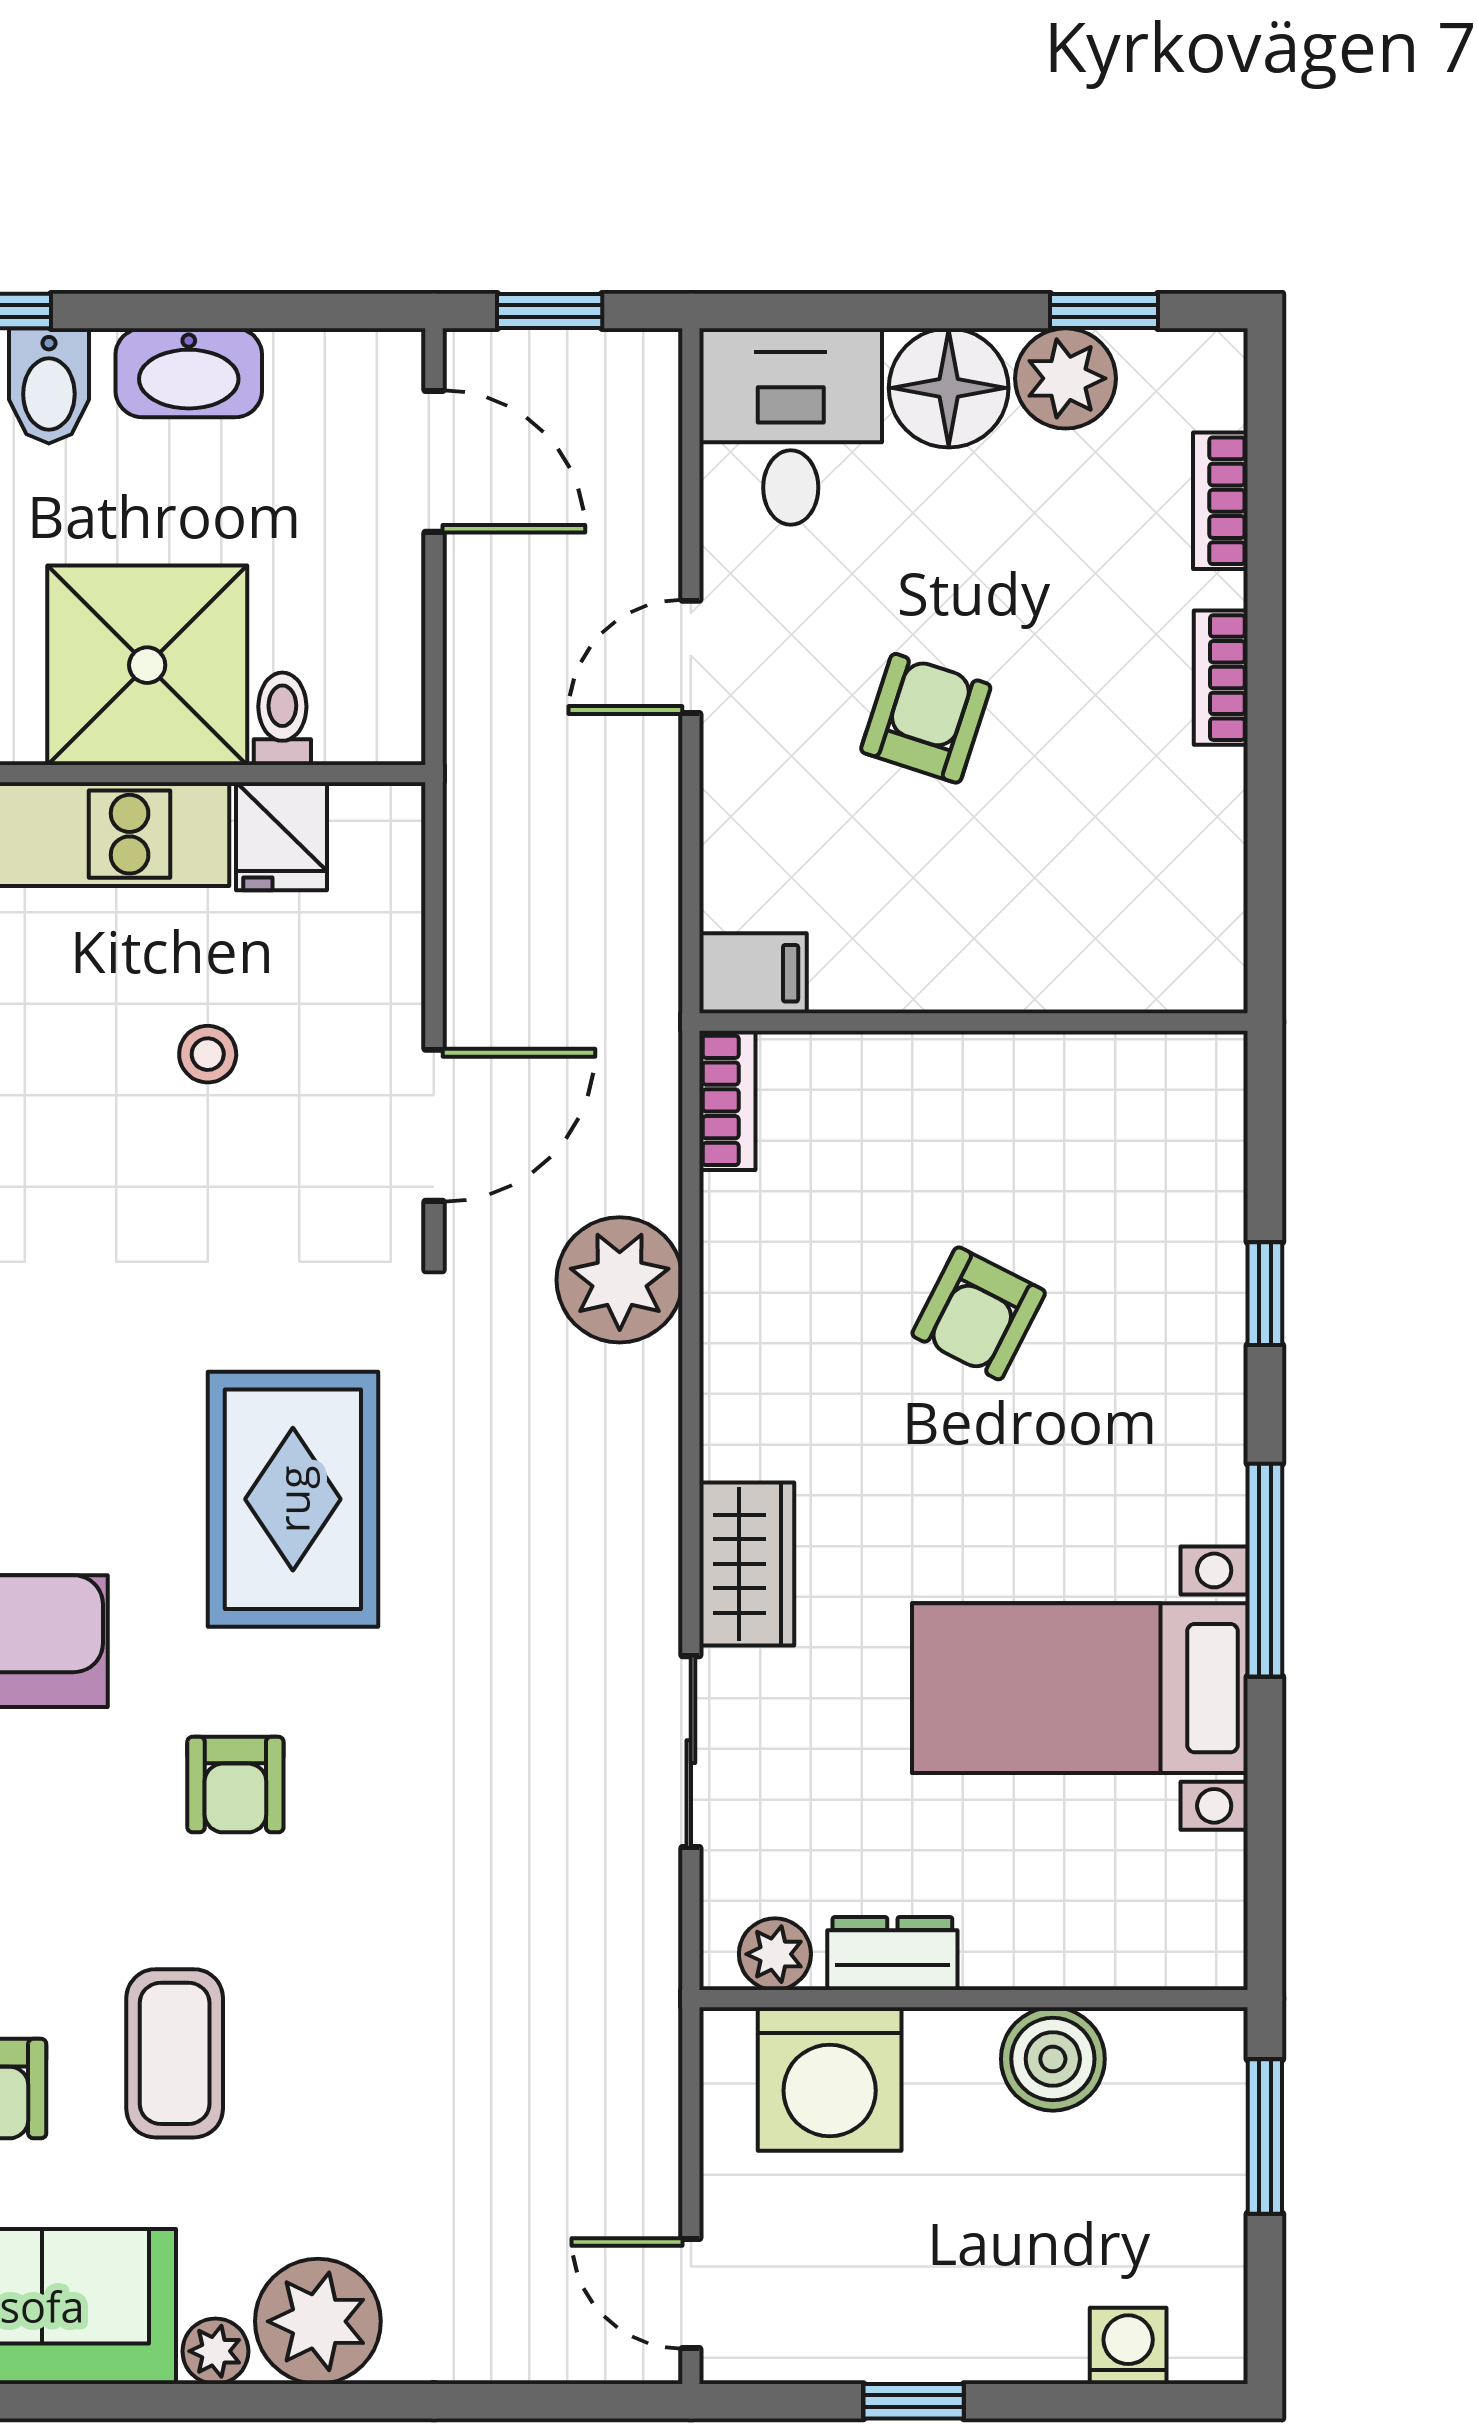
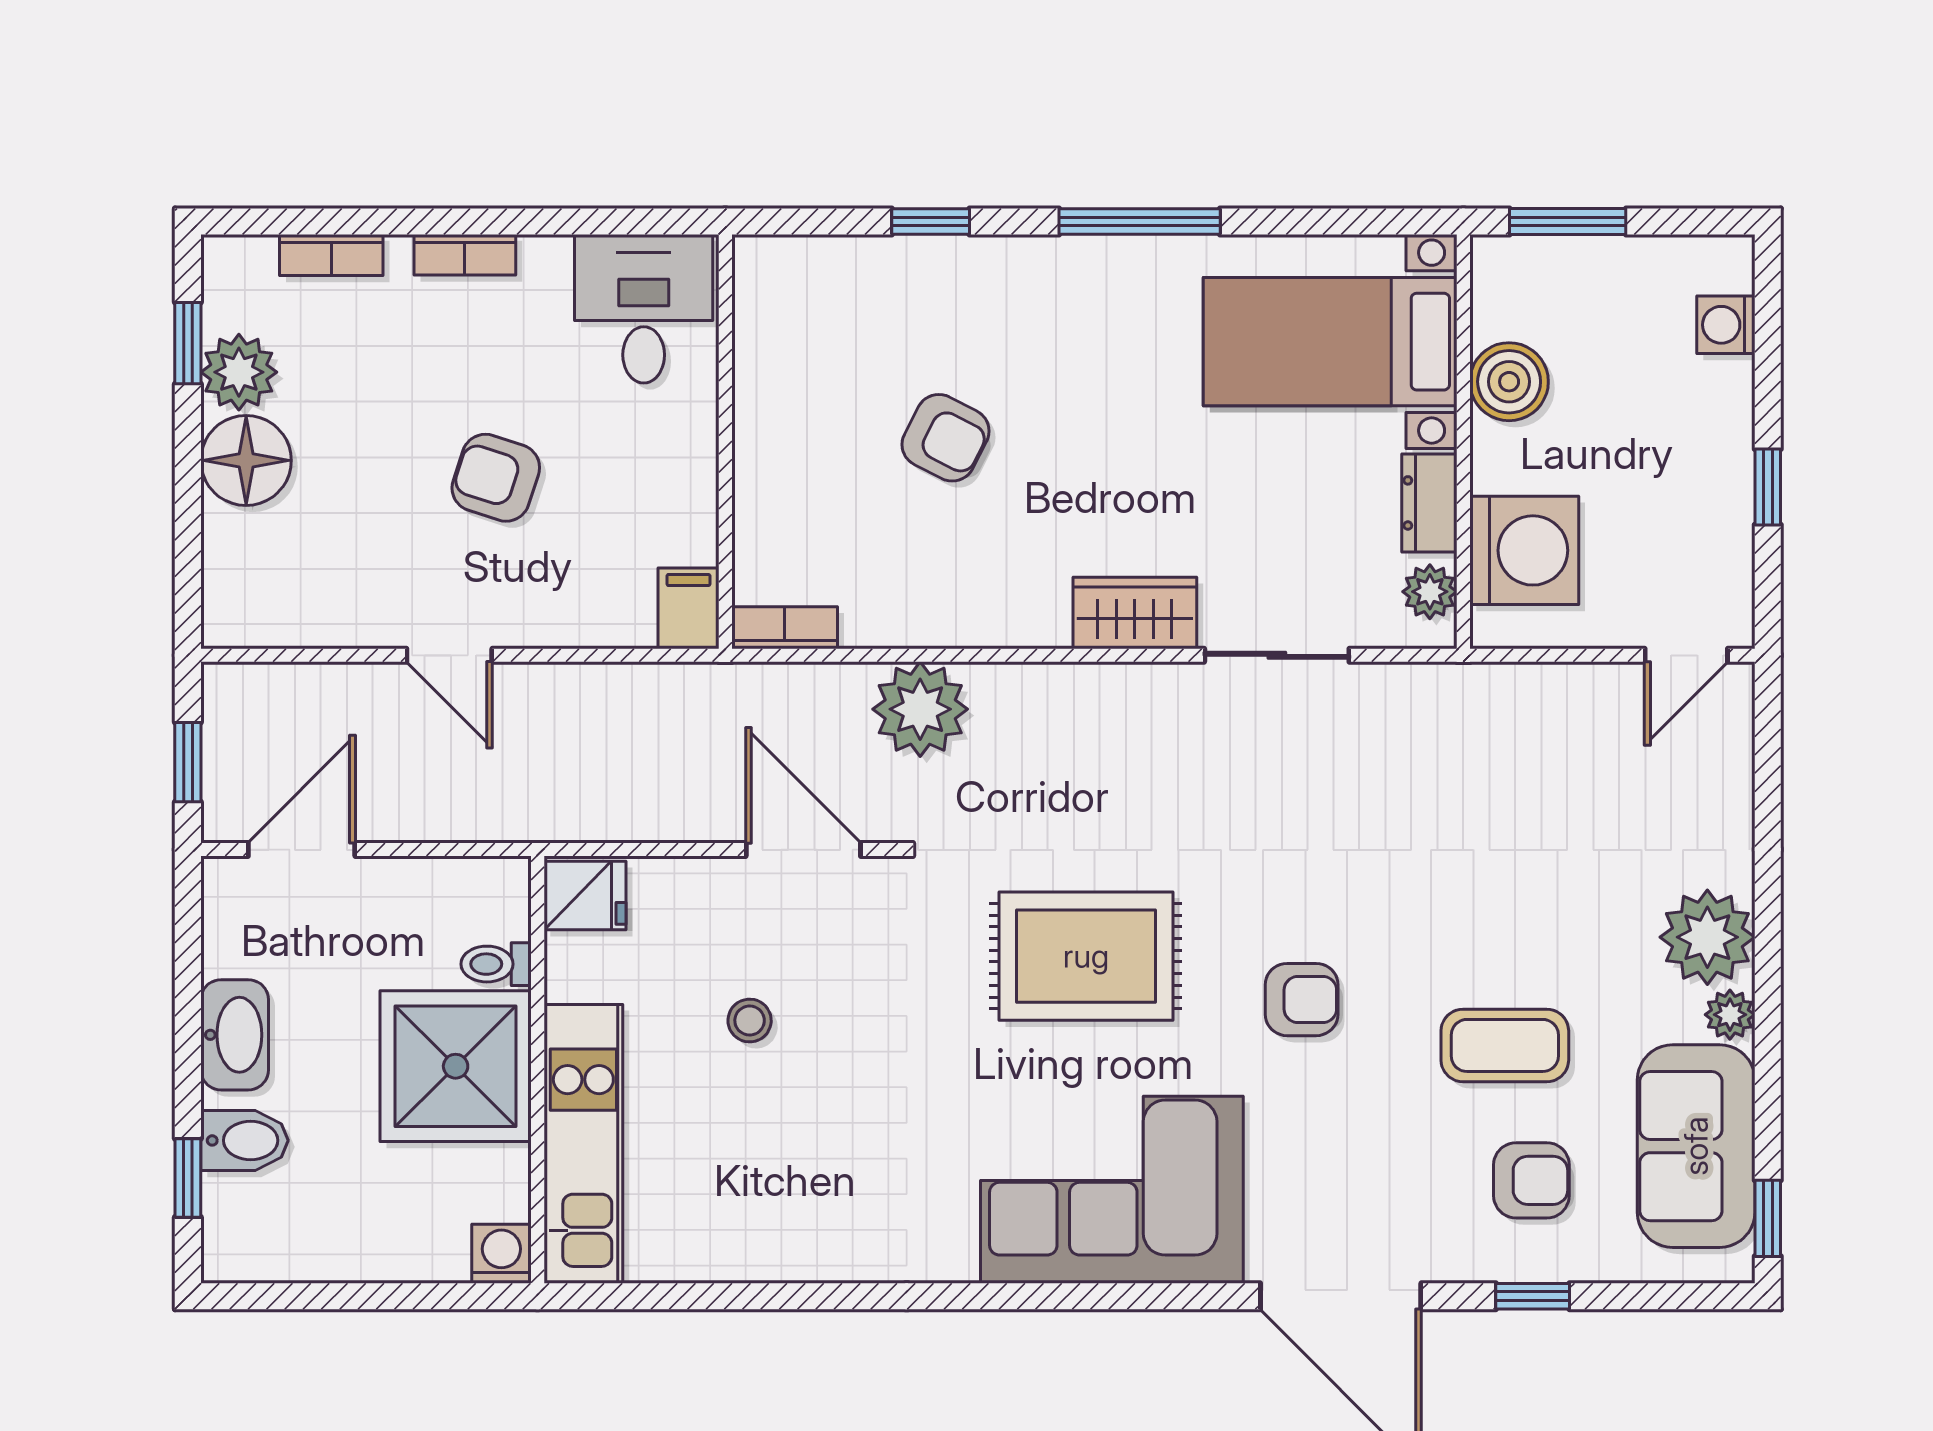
desk: (791, 427) -> (644, 309), moved, turned 90
fridge: (281, 836) -> (585, 895), moved
bed with nightstands: (1080, 1688) -> (1330, 342), moved, turned 90

